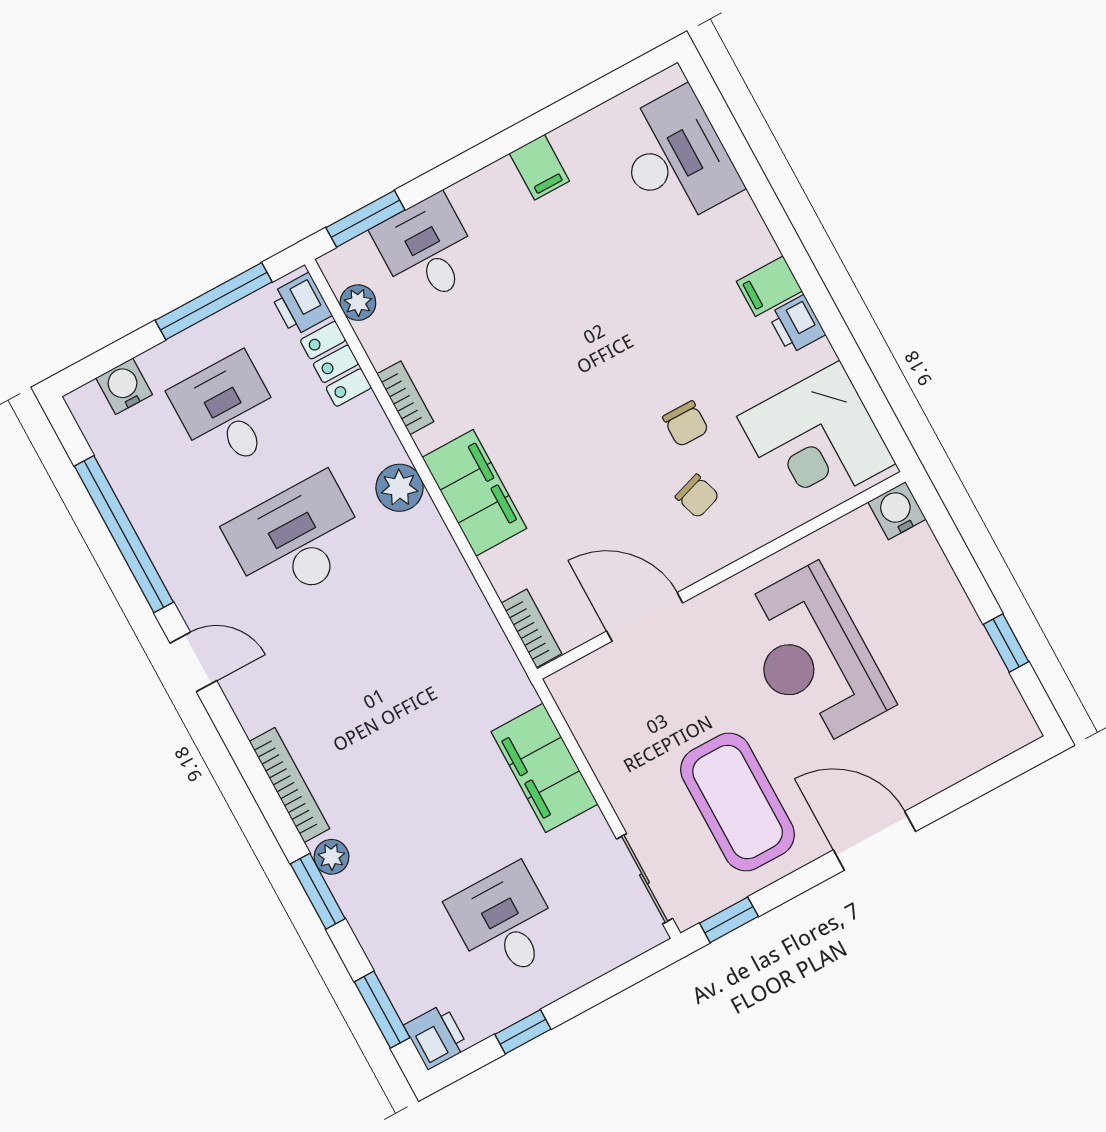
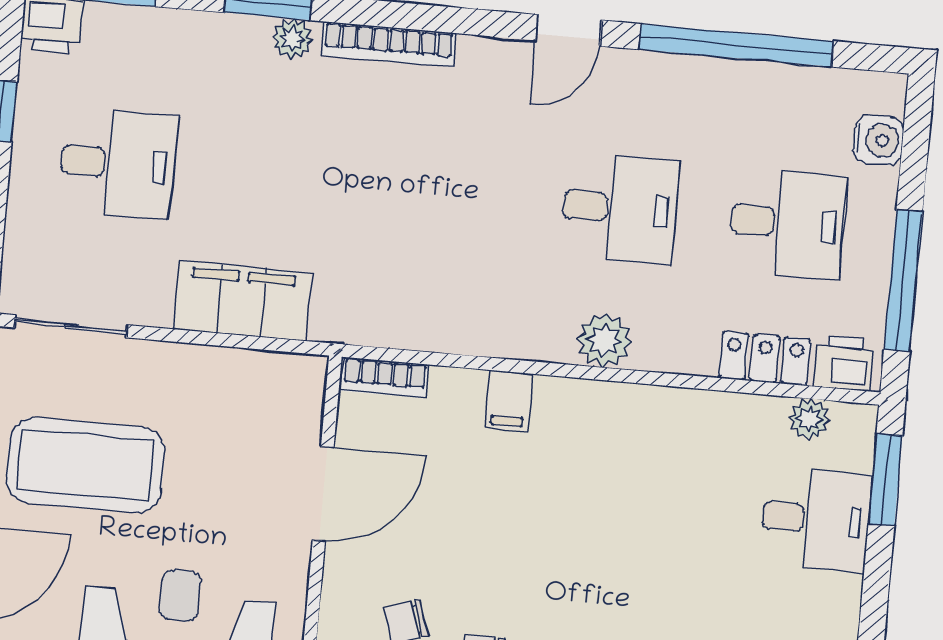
bookcase: (405, 398) -> (687, 404), removed
filing cabinet: (474, 493) -> (509, 401), width x0.33, depth x0.86
desk: (297, 540) -> (620, 208), width x0.73

